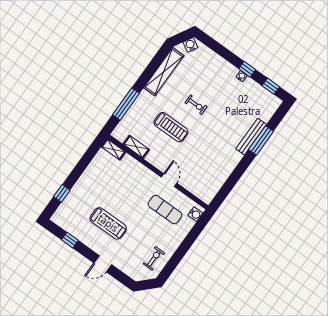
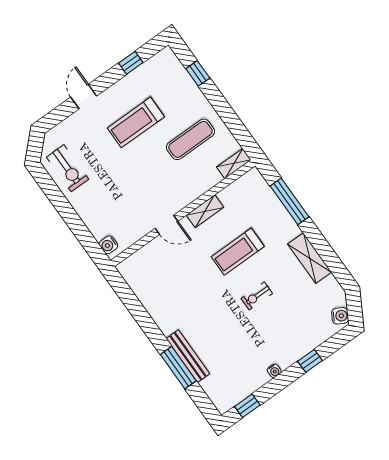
window: (247, 69) -> (310, 361), moved
shelving: (164, 72) -> (310, 258), width x0.68
shelving: (136, 147) -> (205, 211), moved
exercise mat: (165, 210) -> (190, 139), moved
exercise bike: (154, 258) -> (68, 168), width x1.38, depth x1.39

